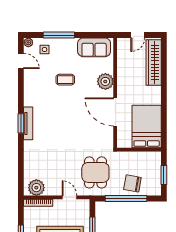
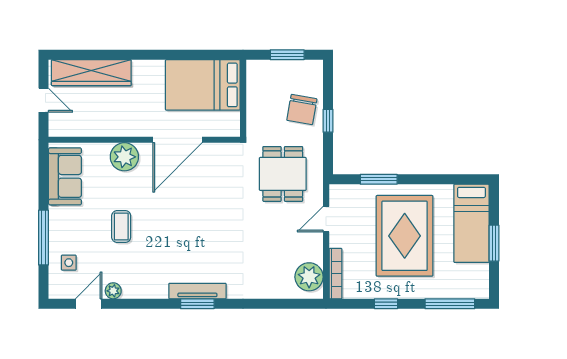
plant: (28, 42) -> (113, 291), moved
dining table: (95, 172) -> (283, 174), turned 90
window: (126, 198) -> (328, 121), width x0.32

